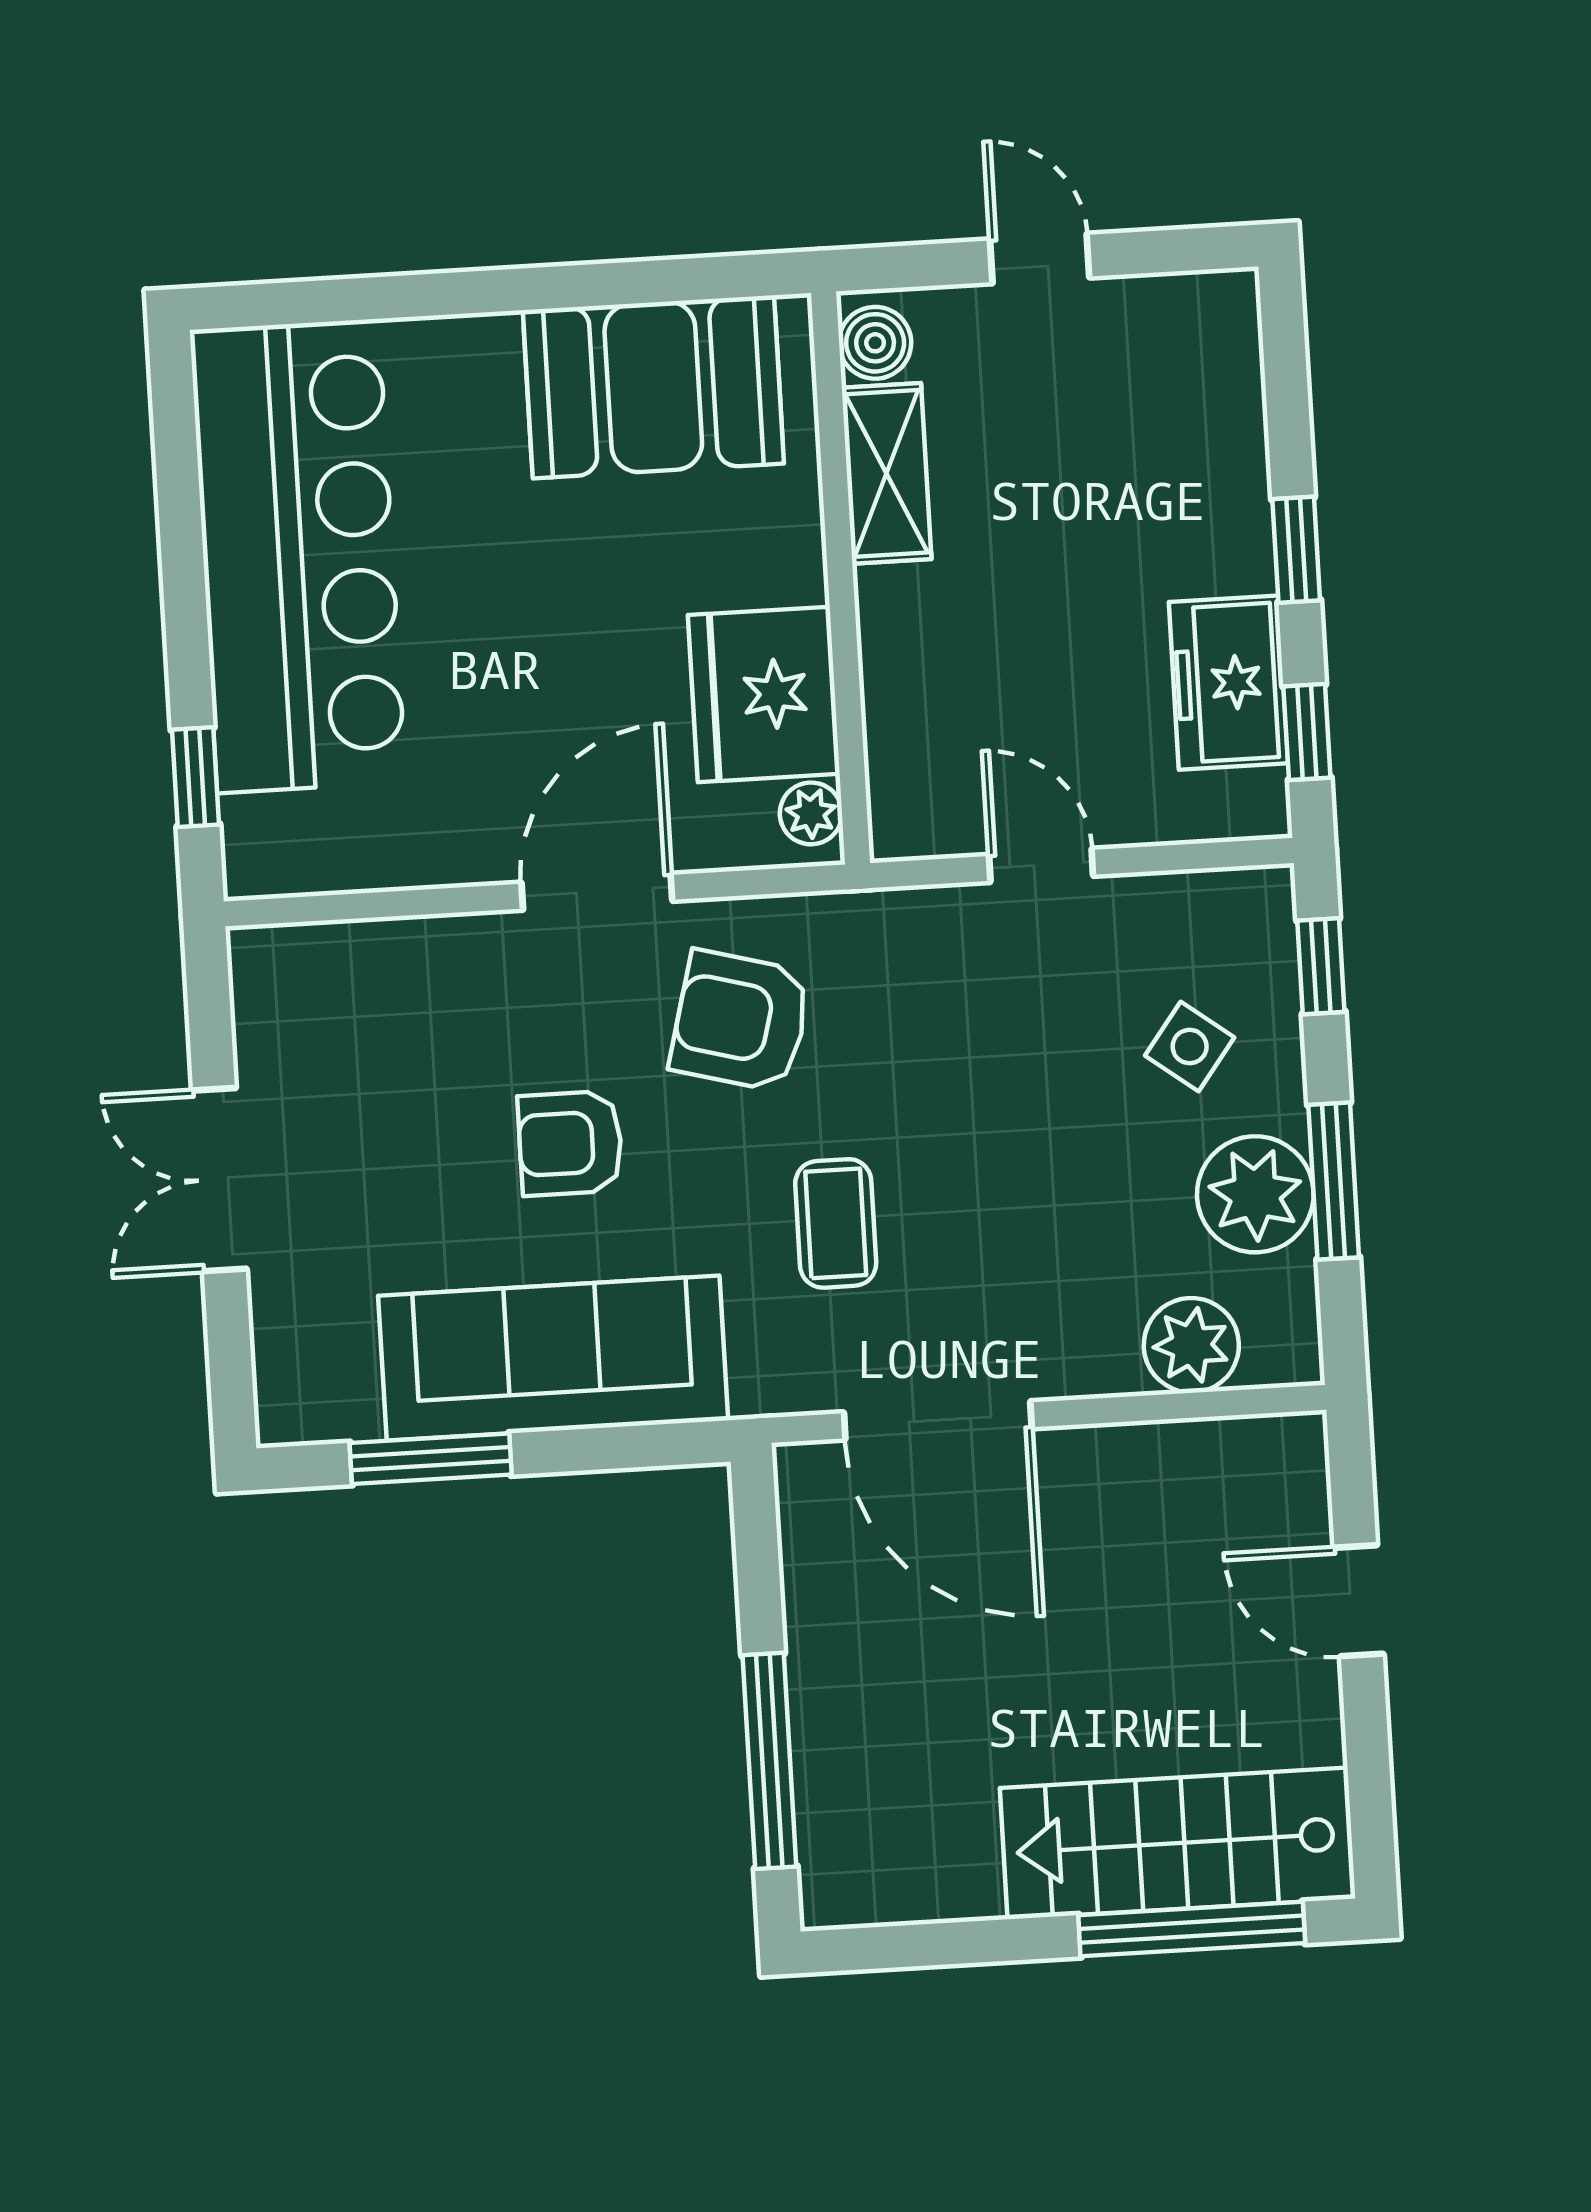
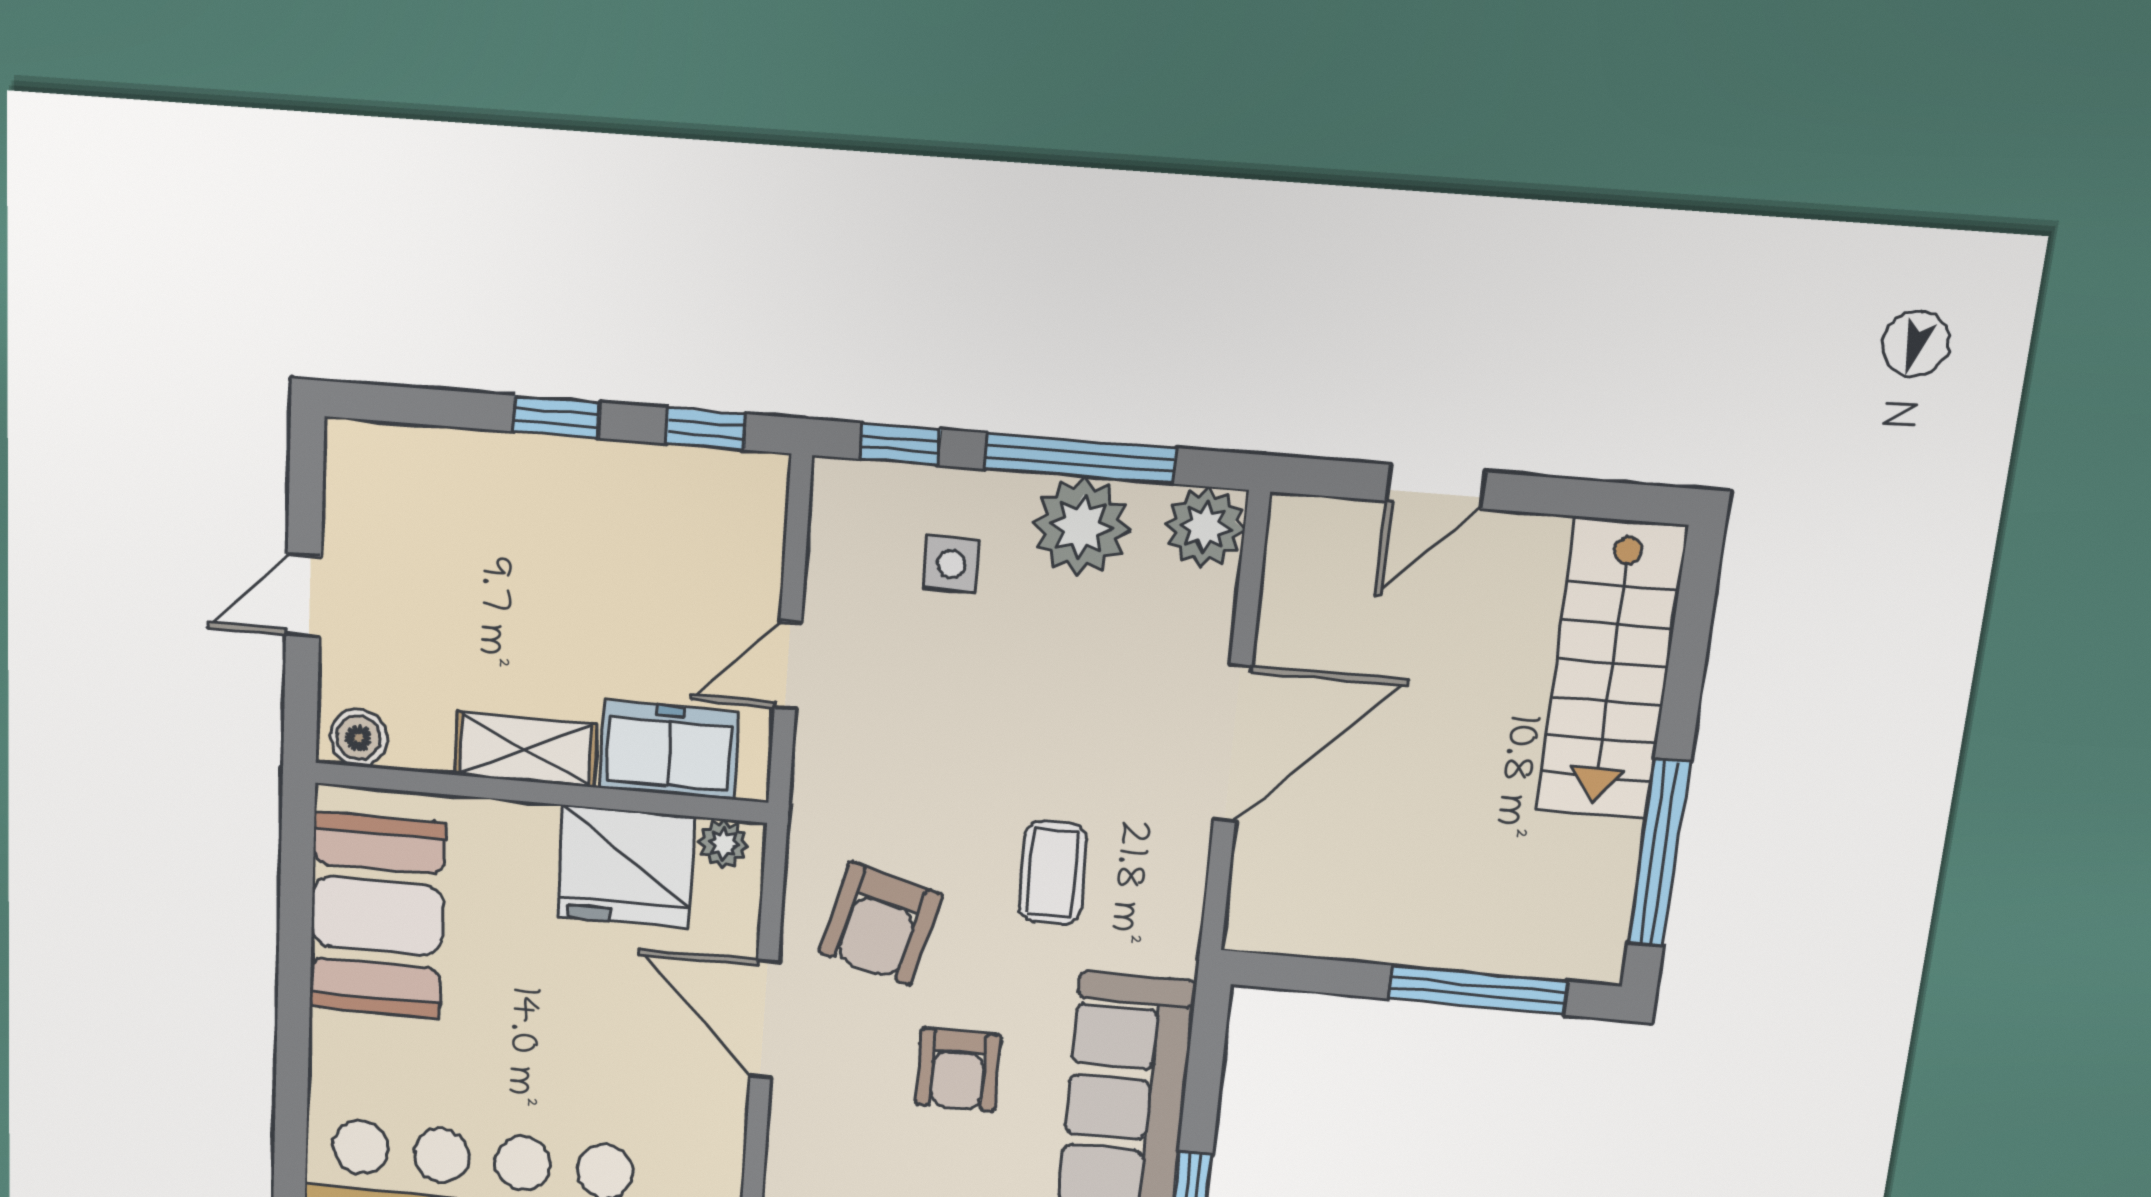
shelving: (887, 473) -> (526, 749), moved
freezer: (1229, 683) -> (669, 750), moved, turned 180
side table: (1190, 1047) -> (951, 564), turned -37
window: (1334, 1181) -> (1080, 458), width x1.44
coffee table: (836, 1223) -> (1053, 873), turned 90
plant: (1191, 1345) -> (1205, 527), moved
door: (938, 1420) -> (1233, 744), moved
window: (1192, 1929) -> (1659, 853), moved

